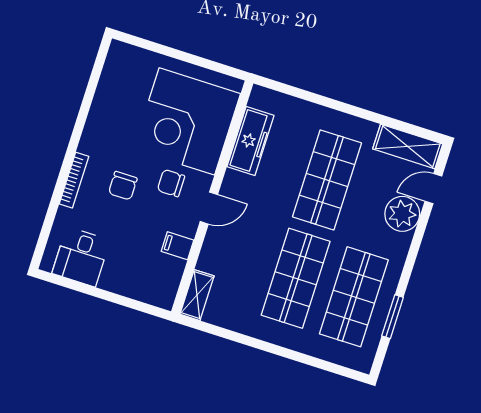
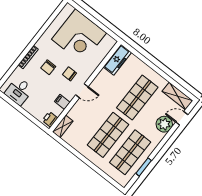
corner desk: (187, 121) -> (79, 36), moved, turned -90
freezer: (250, 141) -> (117, 60), moved
printer: (165, 290) -> (50, 119), added

